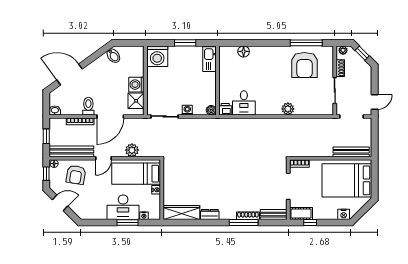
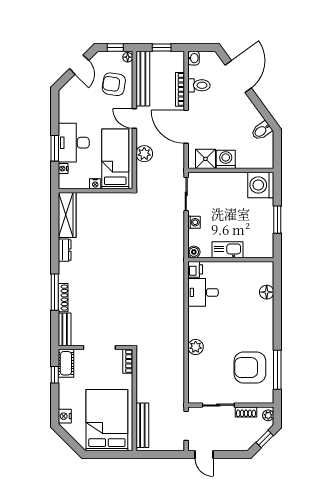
kitchen sink: (209, 59) -> (227, 250), moved
toilet: (88, 106) -> (199, 85), moved

